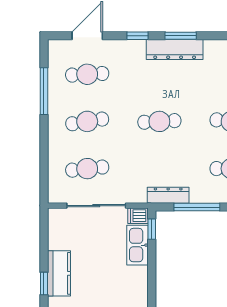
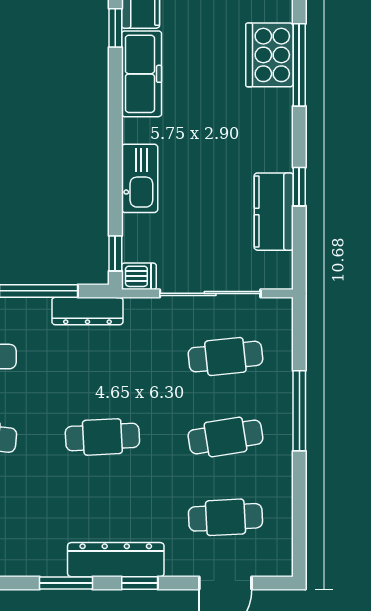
dresser: (175, 49) -> (116, 560), moved
window: (44, 91) -> (299, 411), moved
kitchen sink: (138, 245) -> (140, 178), moved
kitchen counter: (59, 273) -> (274, 212), moved
window: (44, 284) -> (299, 187), moved

